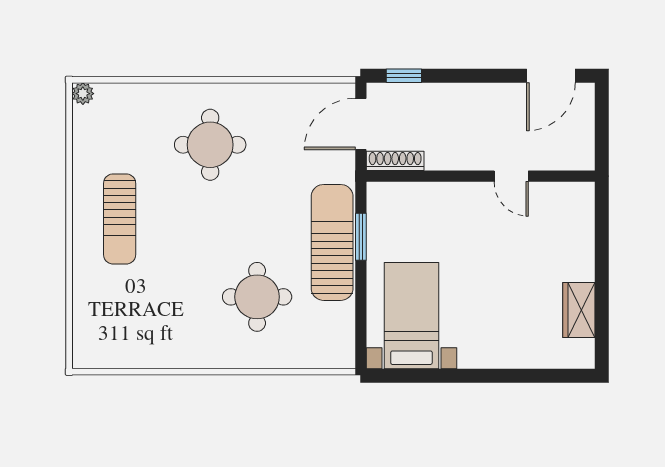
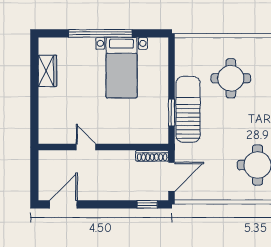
sun lounger: (332, 242) -> (188, 109), turned 180
bed with nightstands: (411, 316) -> (122, 68), moved
window: (486, 376) -> (100, 33), added

